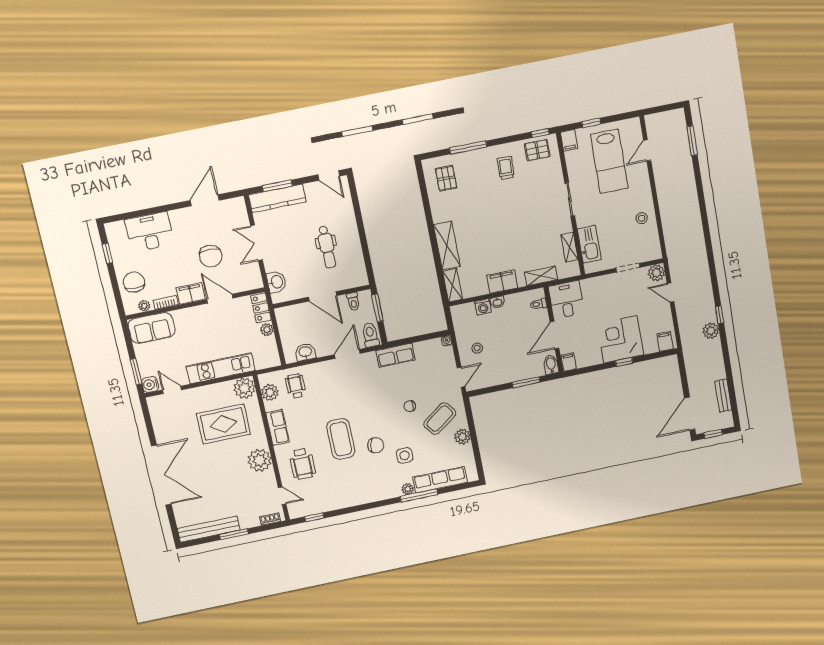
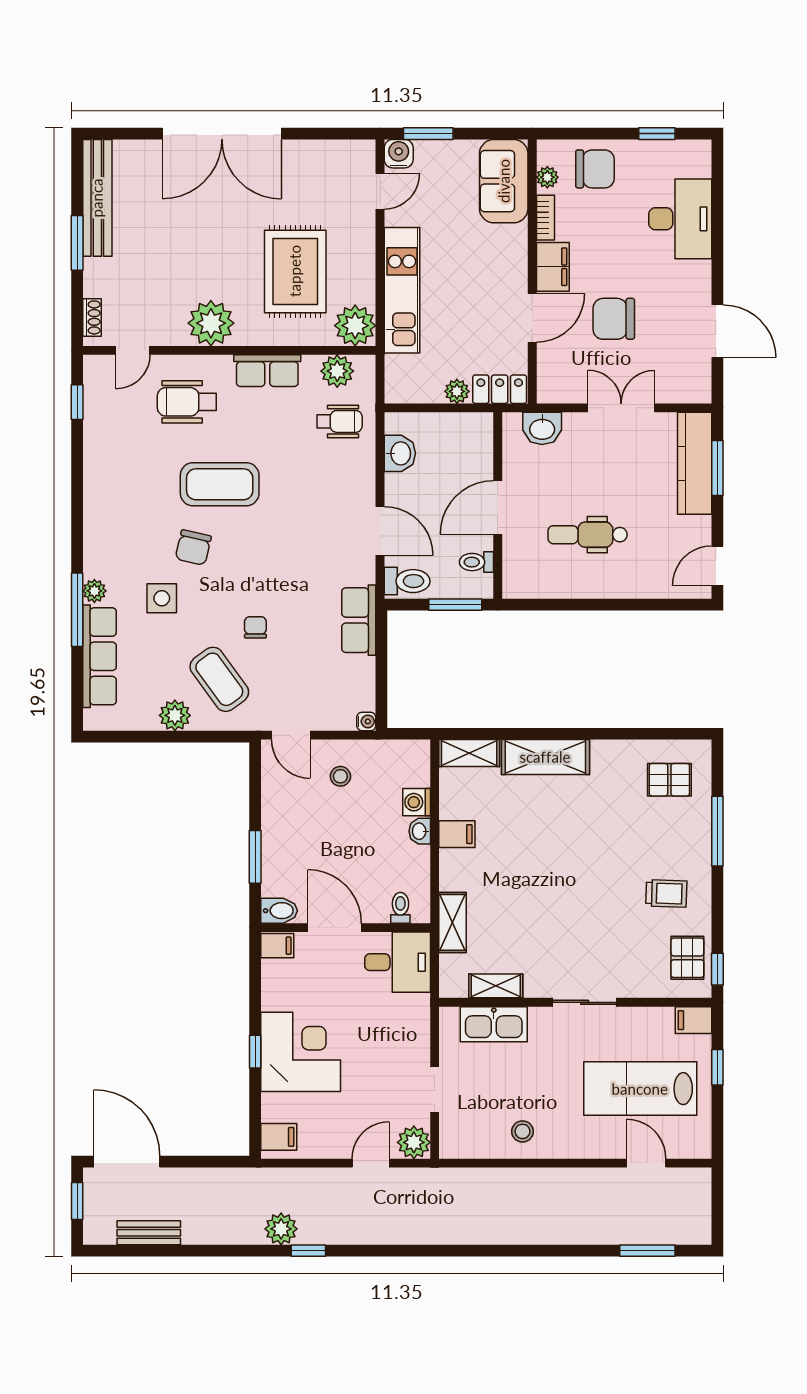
filing cabinet: (502, 282) -> (457, 834), width x0.50

